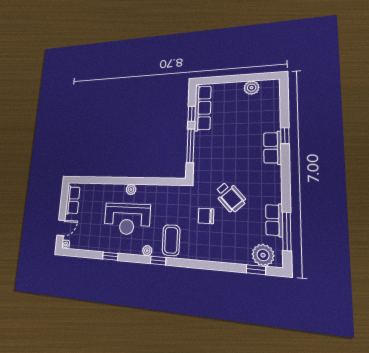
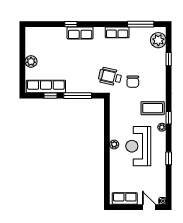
plant: (252, 88) -> (31, 61), moved
wheelchair: (230, 197) -> (110, 76), moved, turned -125
reception desk: (127, 219) -> (138, 146), turned 180
row of seats: (274, 220) -> (117, 32), moved
window: (256, 270) -> (169, 59), moved

